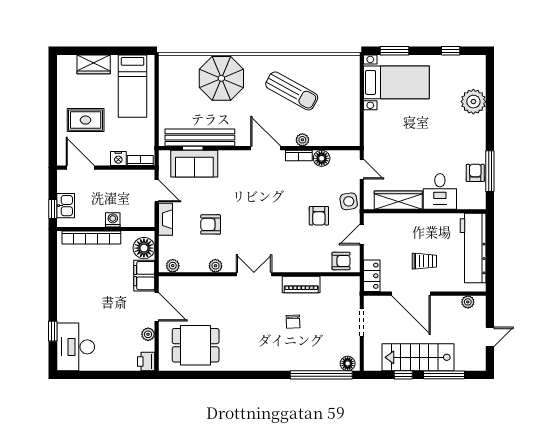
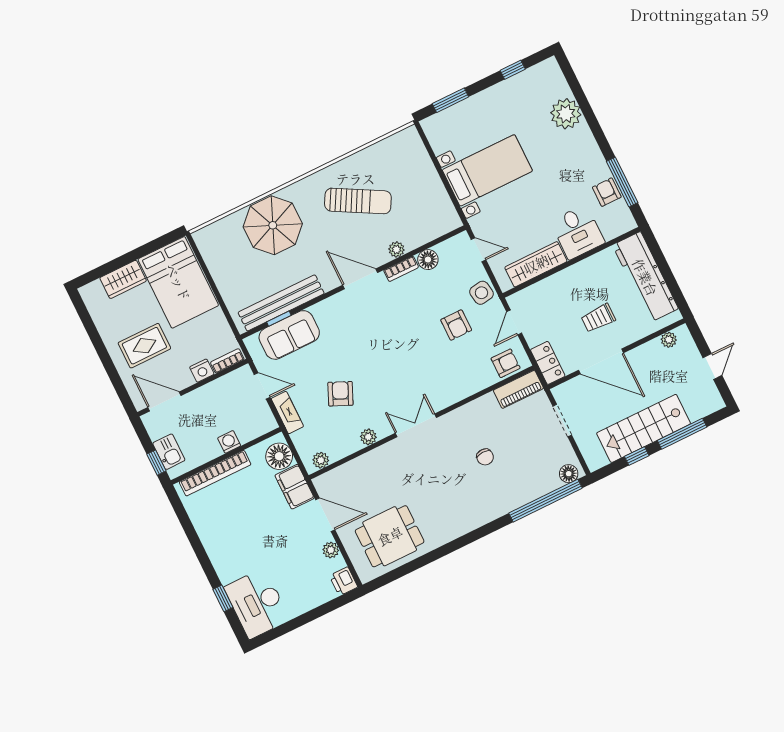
bed with nightstands: (396, 82) -> (487, 170), moved
bed: (133, 86) -> (178, 282), width x1.50
armchair: (211, 224) -> (340, 394), turned 114
trolley: (424, 261) -> (598, 318), turned 180
piano: (301, 285) -> (518, 389), moved

